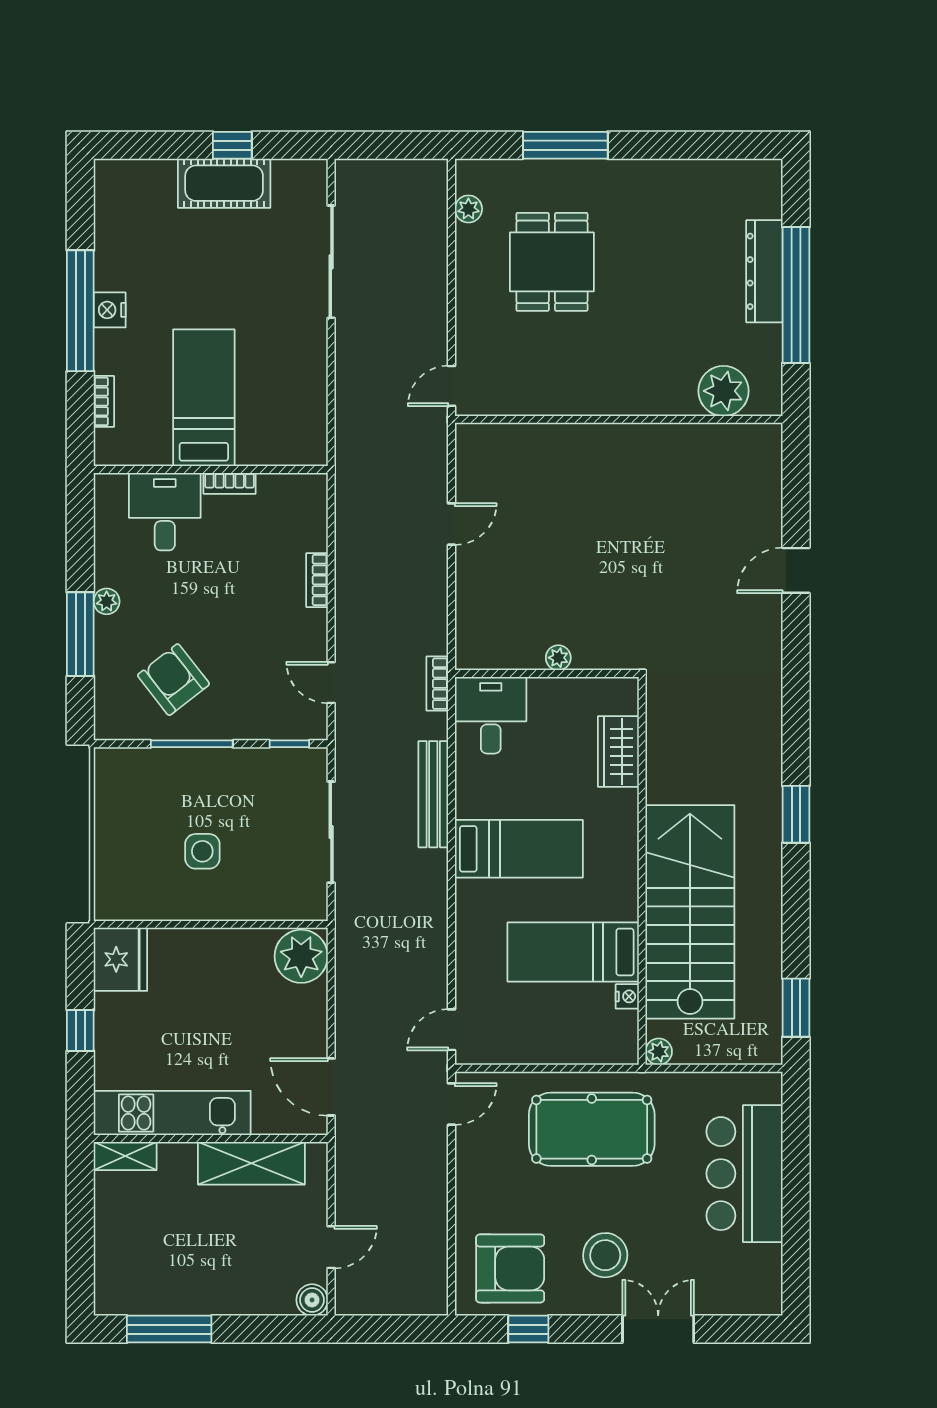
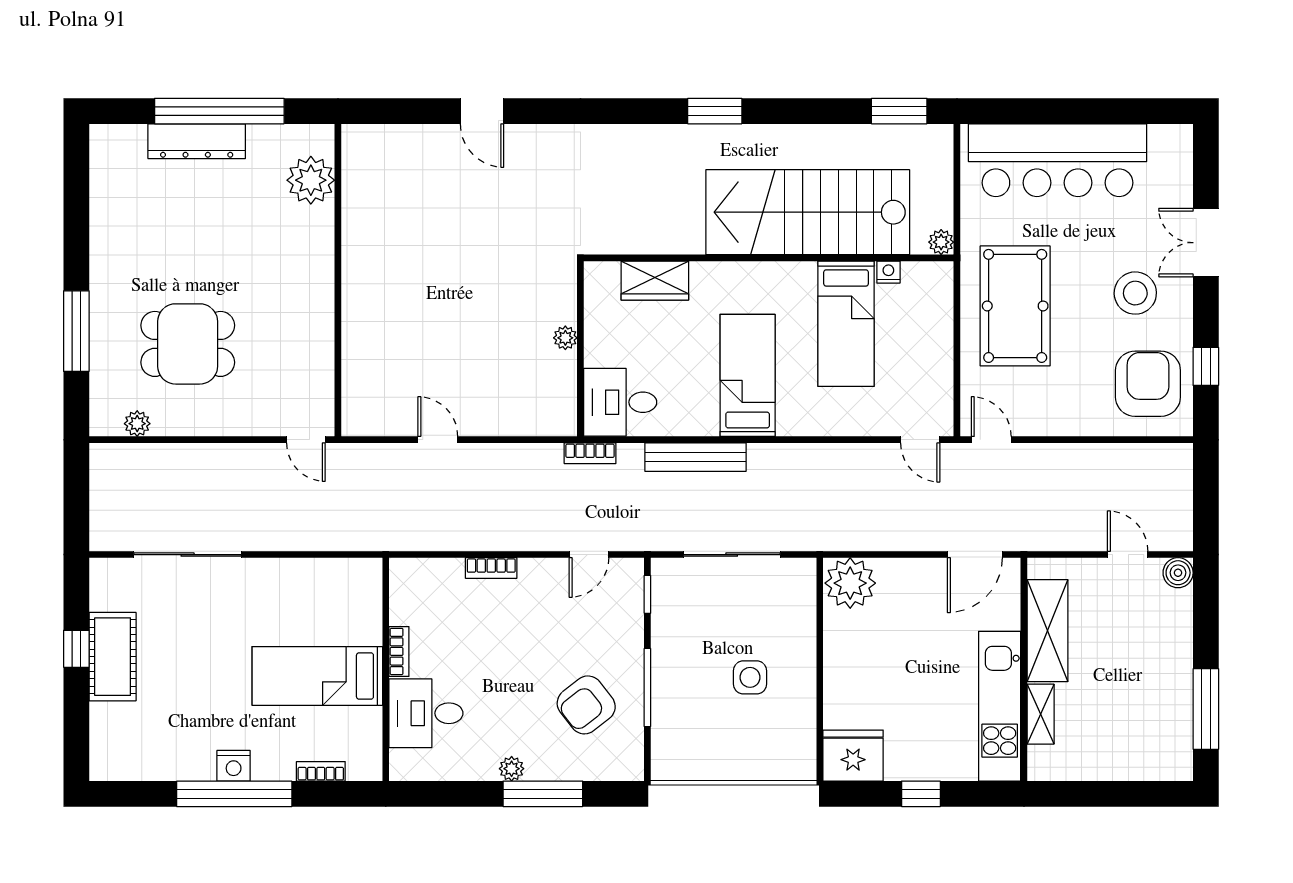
shelving: (125, 1156) -> (1041, 714), moved
bar counter: (744, 1174) -> (1057, 160), width x1.36

